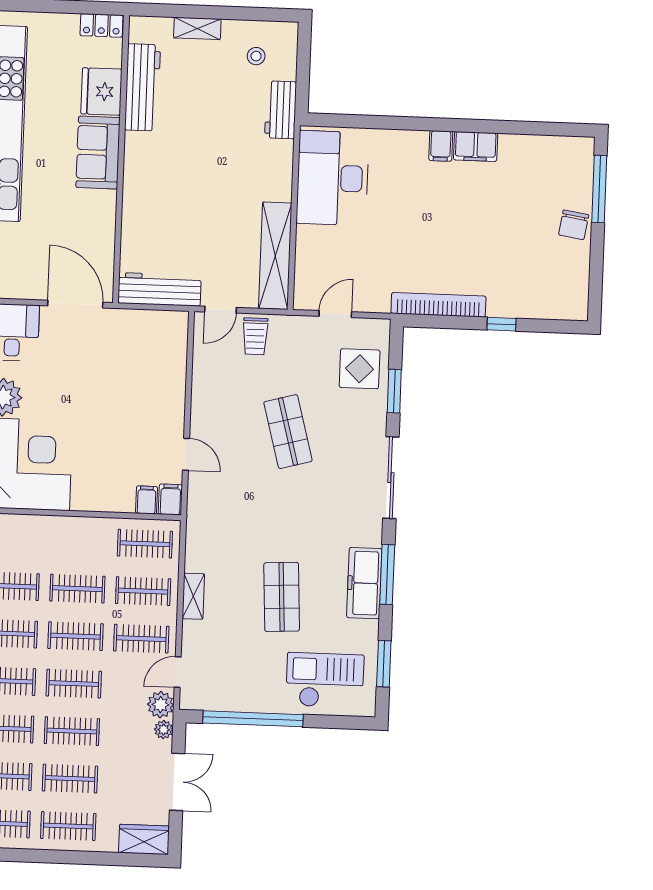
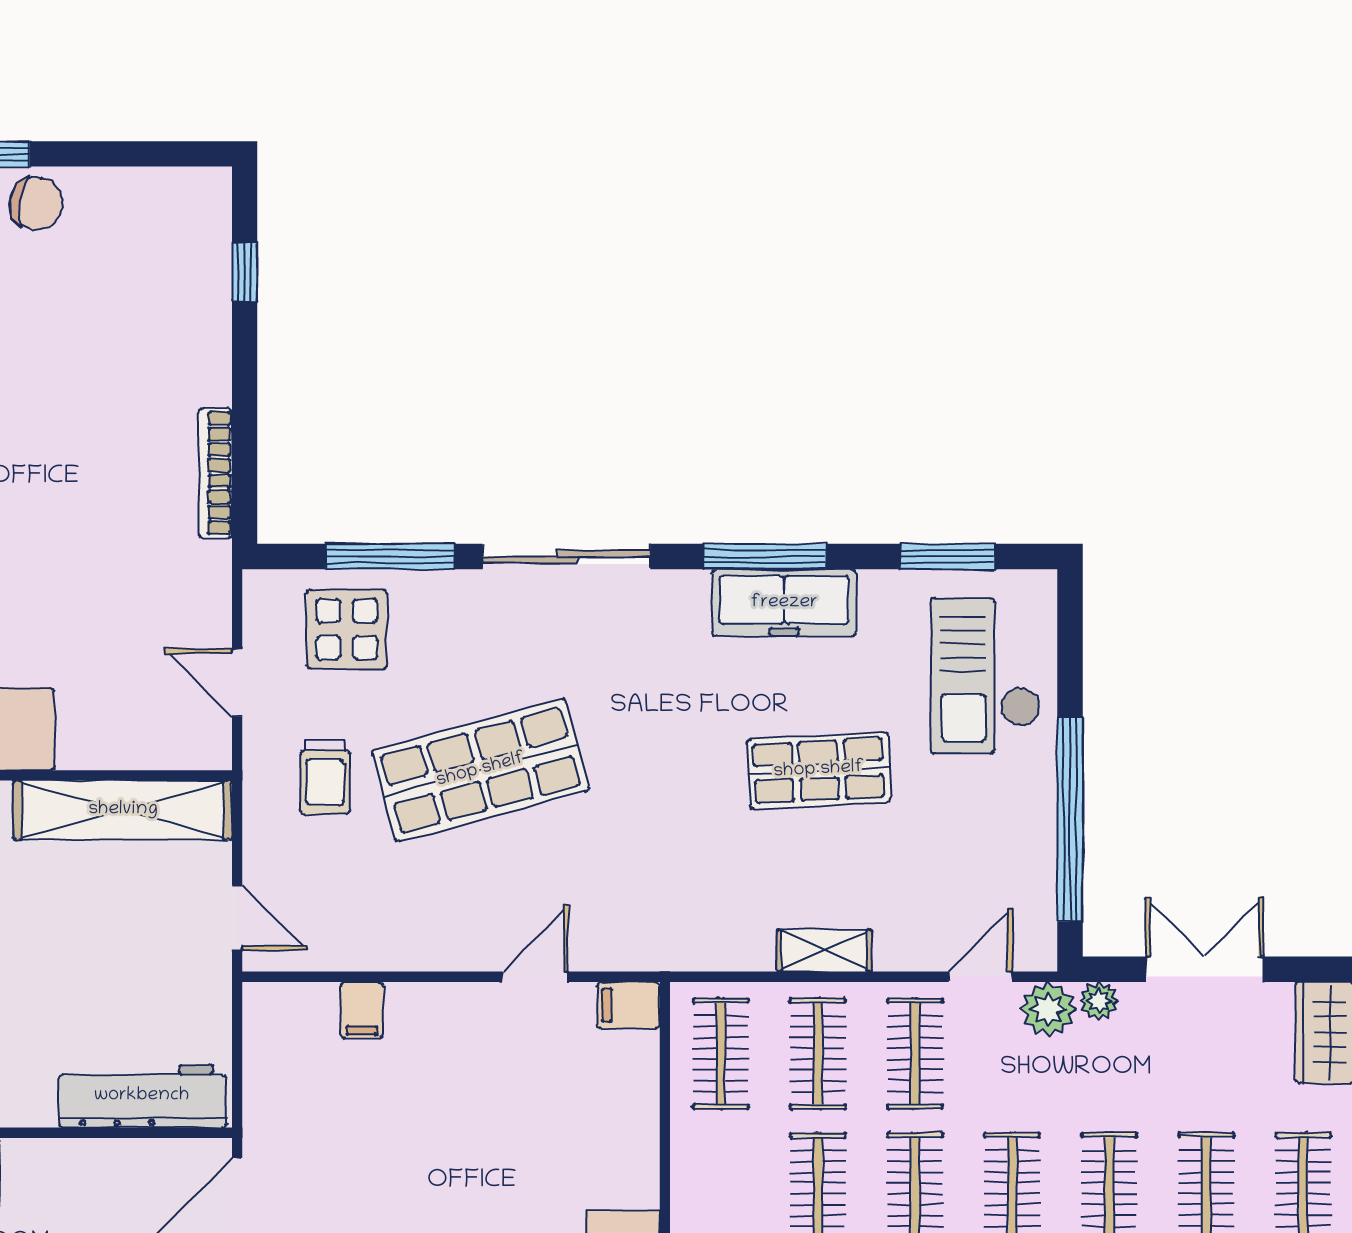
workbench: (160, 289) -> (142, 1096), moved, turned 90
bookcase: (438, 305) -> (215, 473), width x0.68, depth x0.76
window: (502, 324) -> (245, 272), moved
trolley: (255, 336) -> (325, 777), moved, turned 90
window: (394, 391) -> (390, 557), width x1.44
shop shelf: (288, 432) -> (481, 770), width x1.43, depth x1.36
filing cabinet: (146, 500) -> (362, 1010), moved, turned -90
door: (178, 672) -> (980, 977), swing flipped

